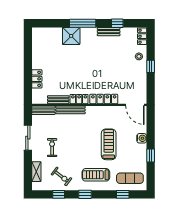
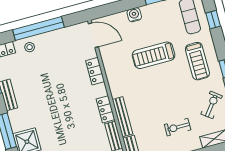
window: (151, 66) -> (38, 28), width x3.17
locker: (104, 99) -> (95, 71), width x0.66
door: (135, 105) -> (93, 35), hinge flipped

